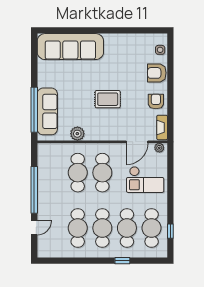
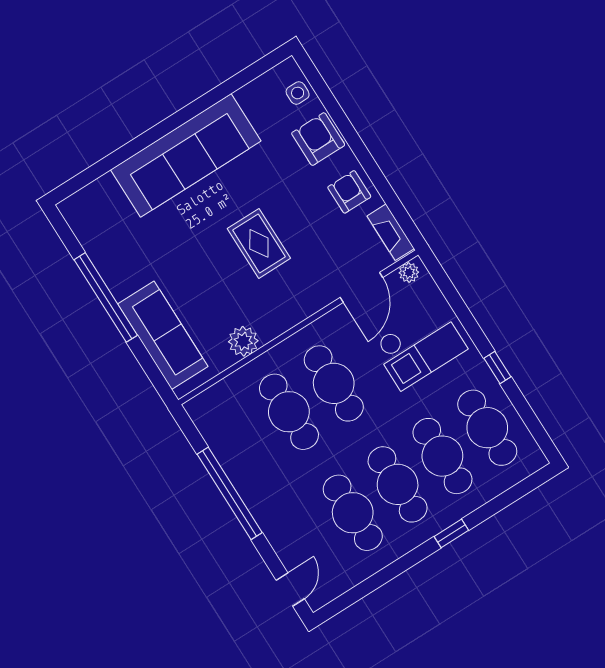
sofa: (70, 47) -> (186, 155), moved
armchair: (157, 73) -> (318, 139), turned 90
rug: (108, 99) -> (259, 243), turned 90
window: (34, 110) -> (106, 297), moved
door: (34, 228) -> (290, 589), moved
window: (170, 231) -> (497, 367), moved
window: (122, 261) -> (451, 533), moved

